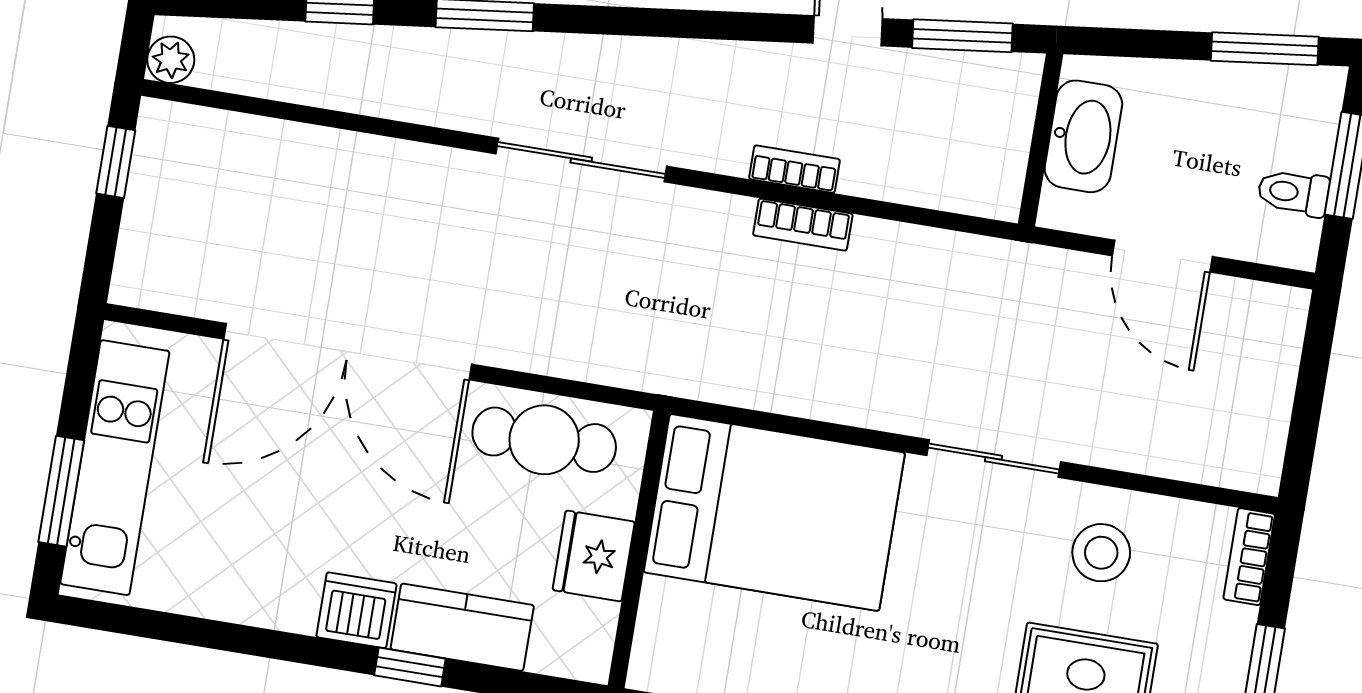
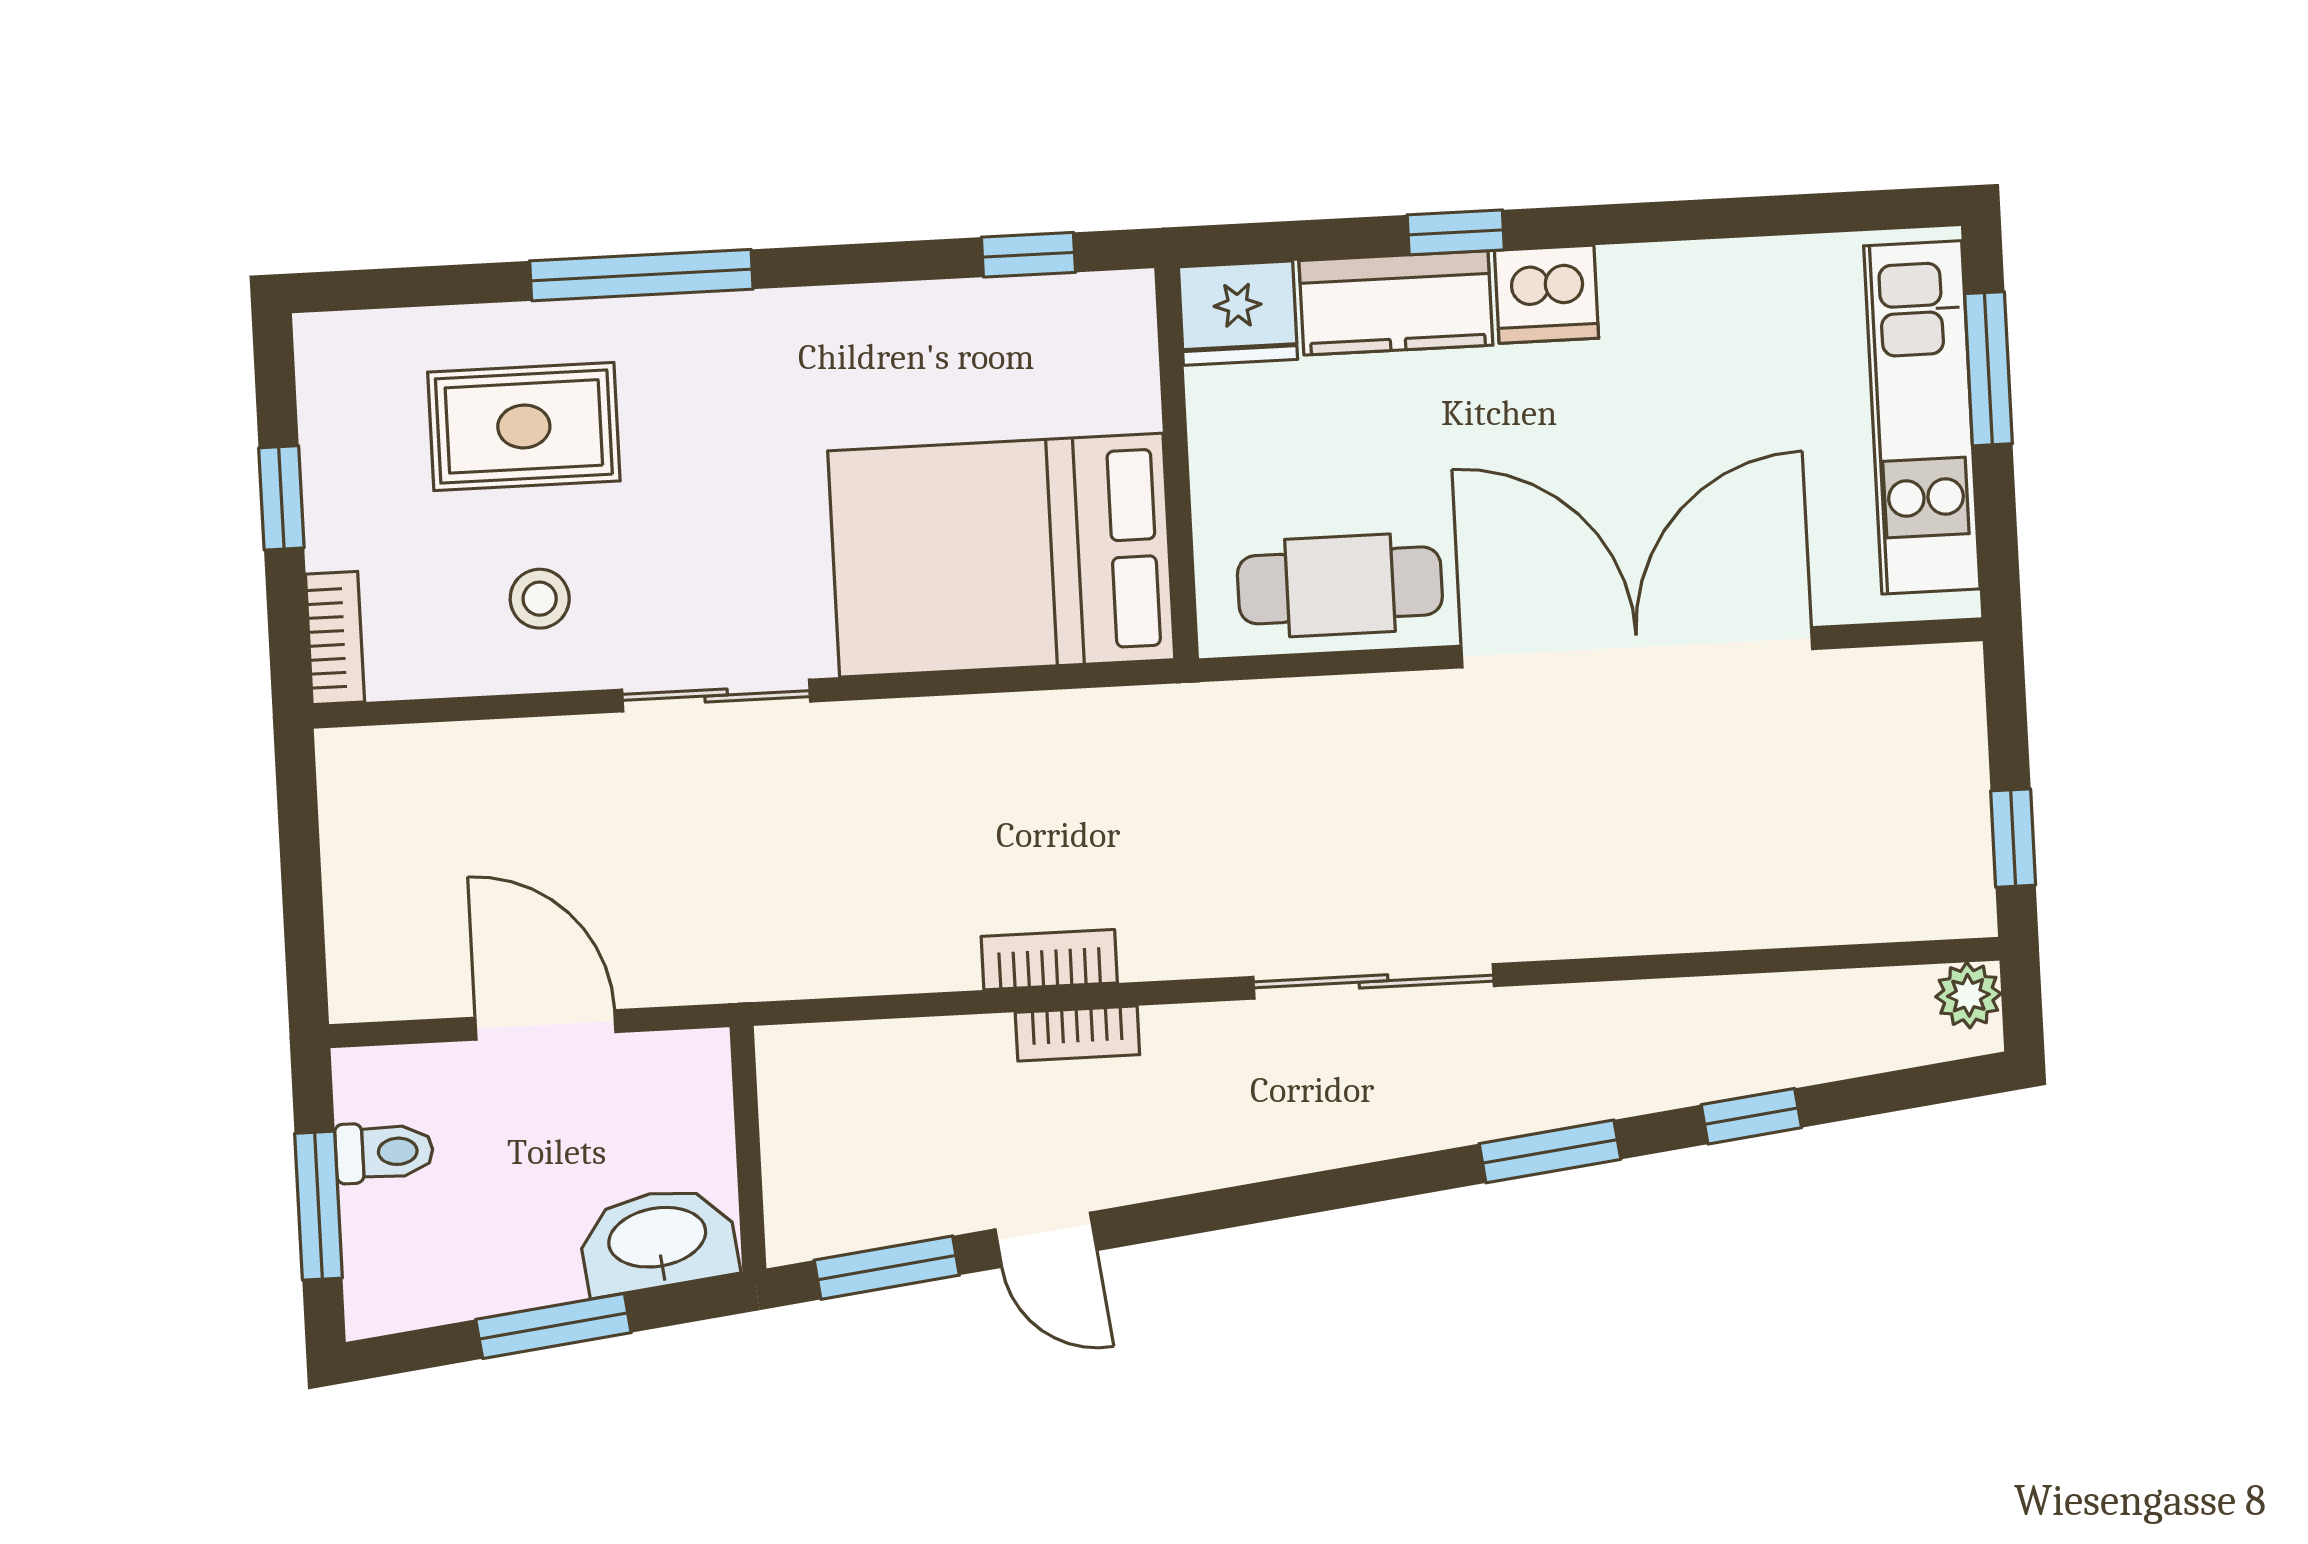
window: (1265, 49) -> (553, 1326), moved
washbasin: (1083, 136) -> (658, 1240), moved, turned 83
stool: (1101, 553) -> (540, 599), width x0.73, depth x0.73
fridge: (594, 556) -> (1238, 313), moved, turned 90

